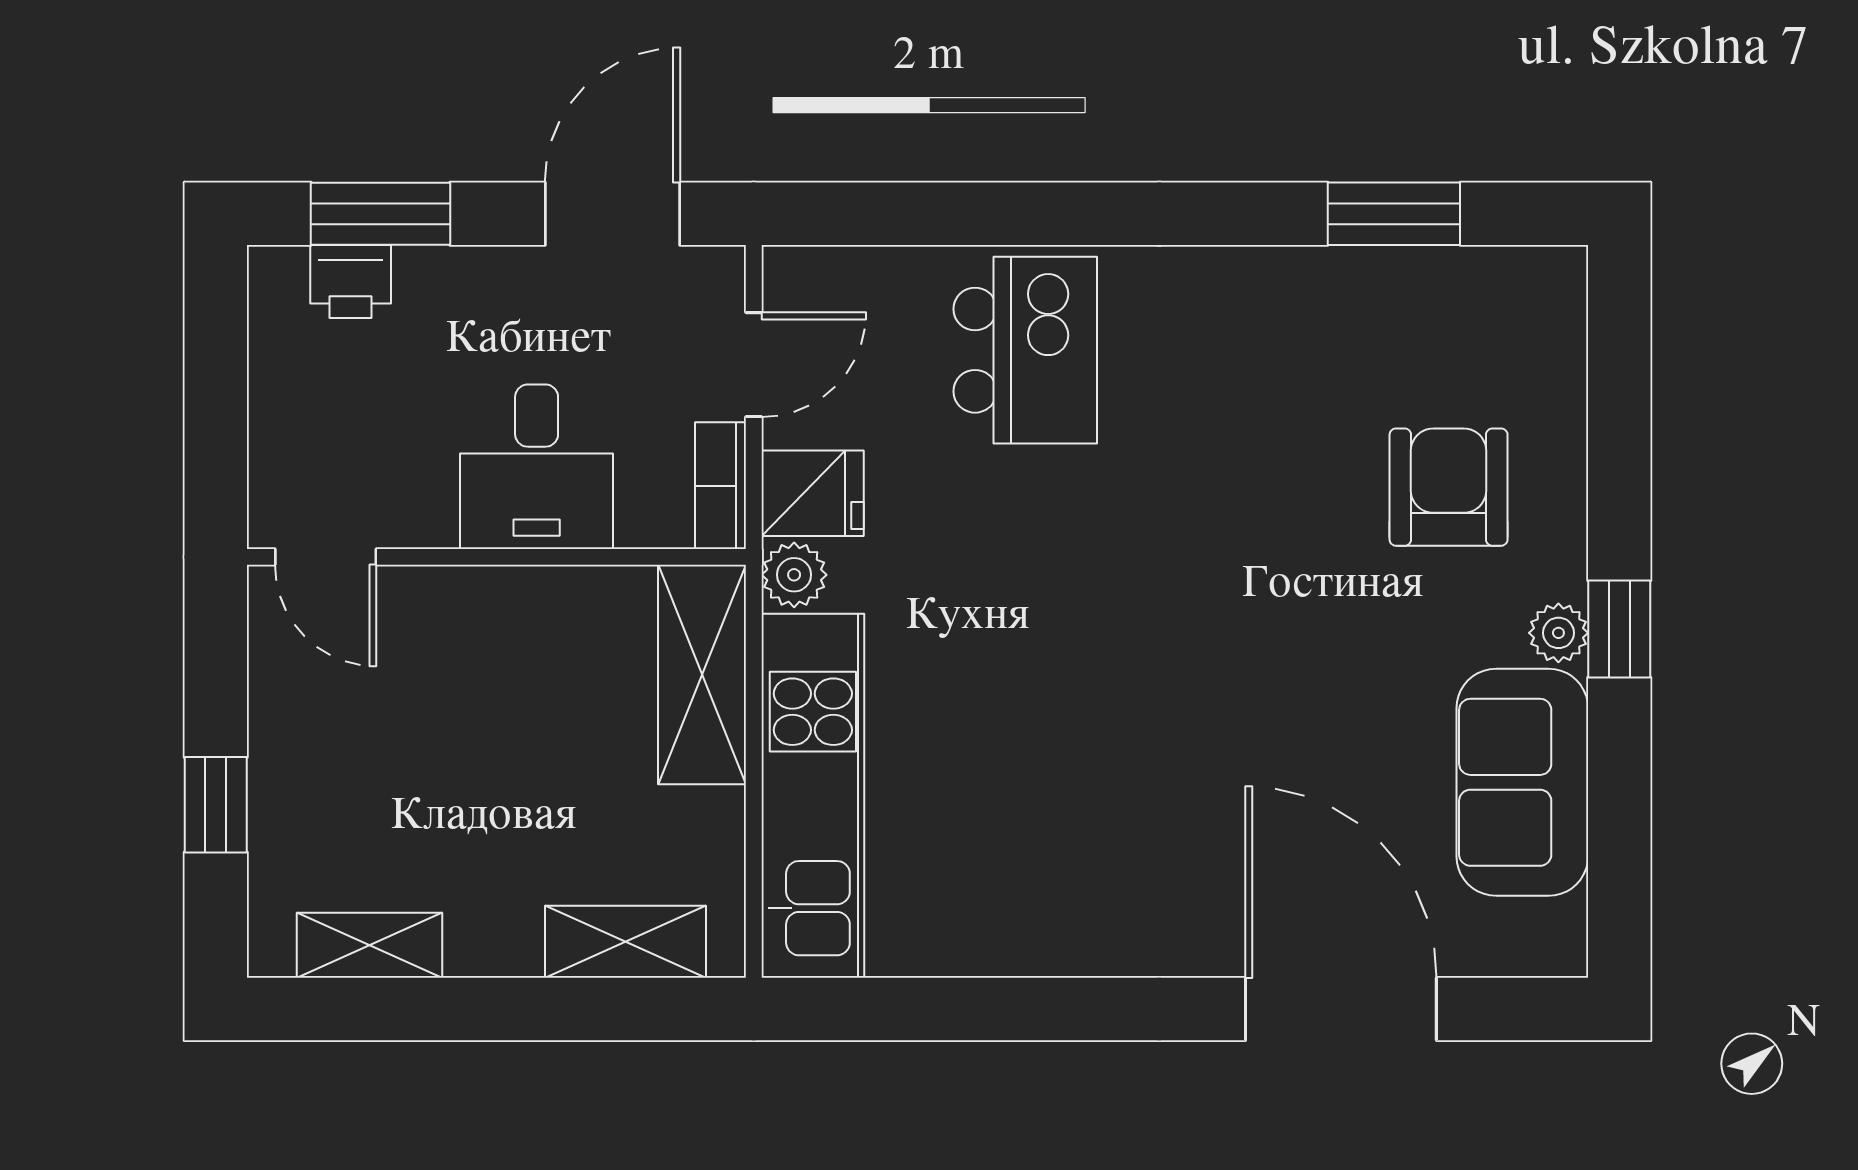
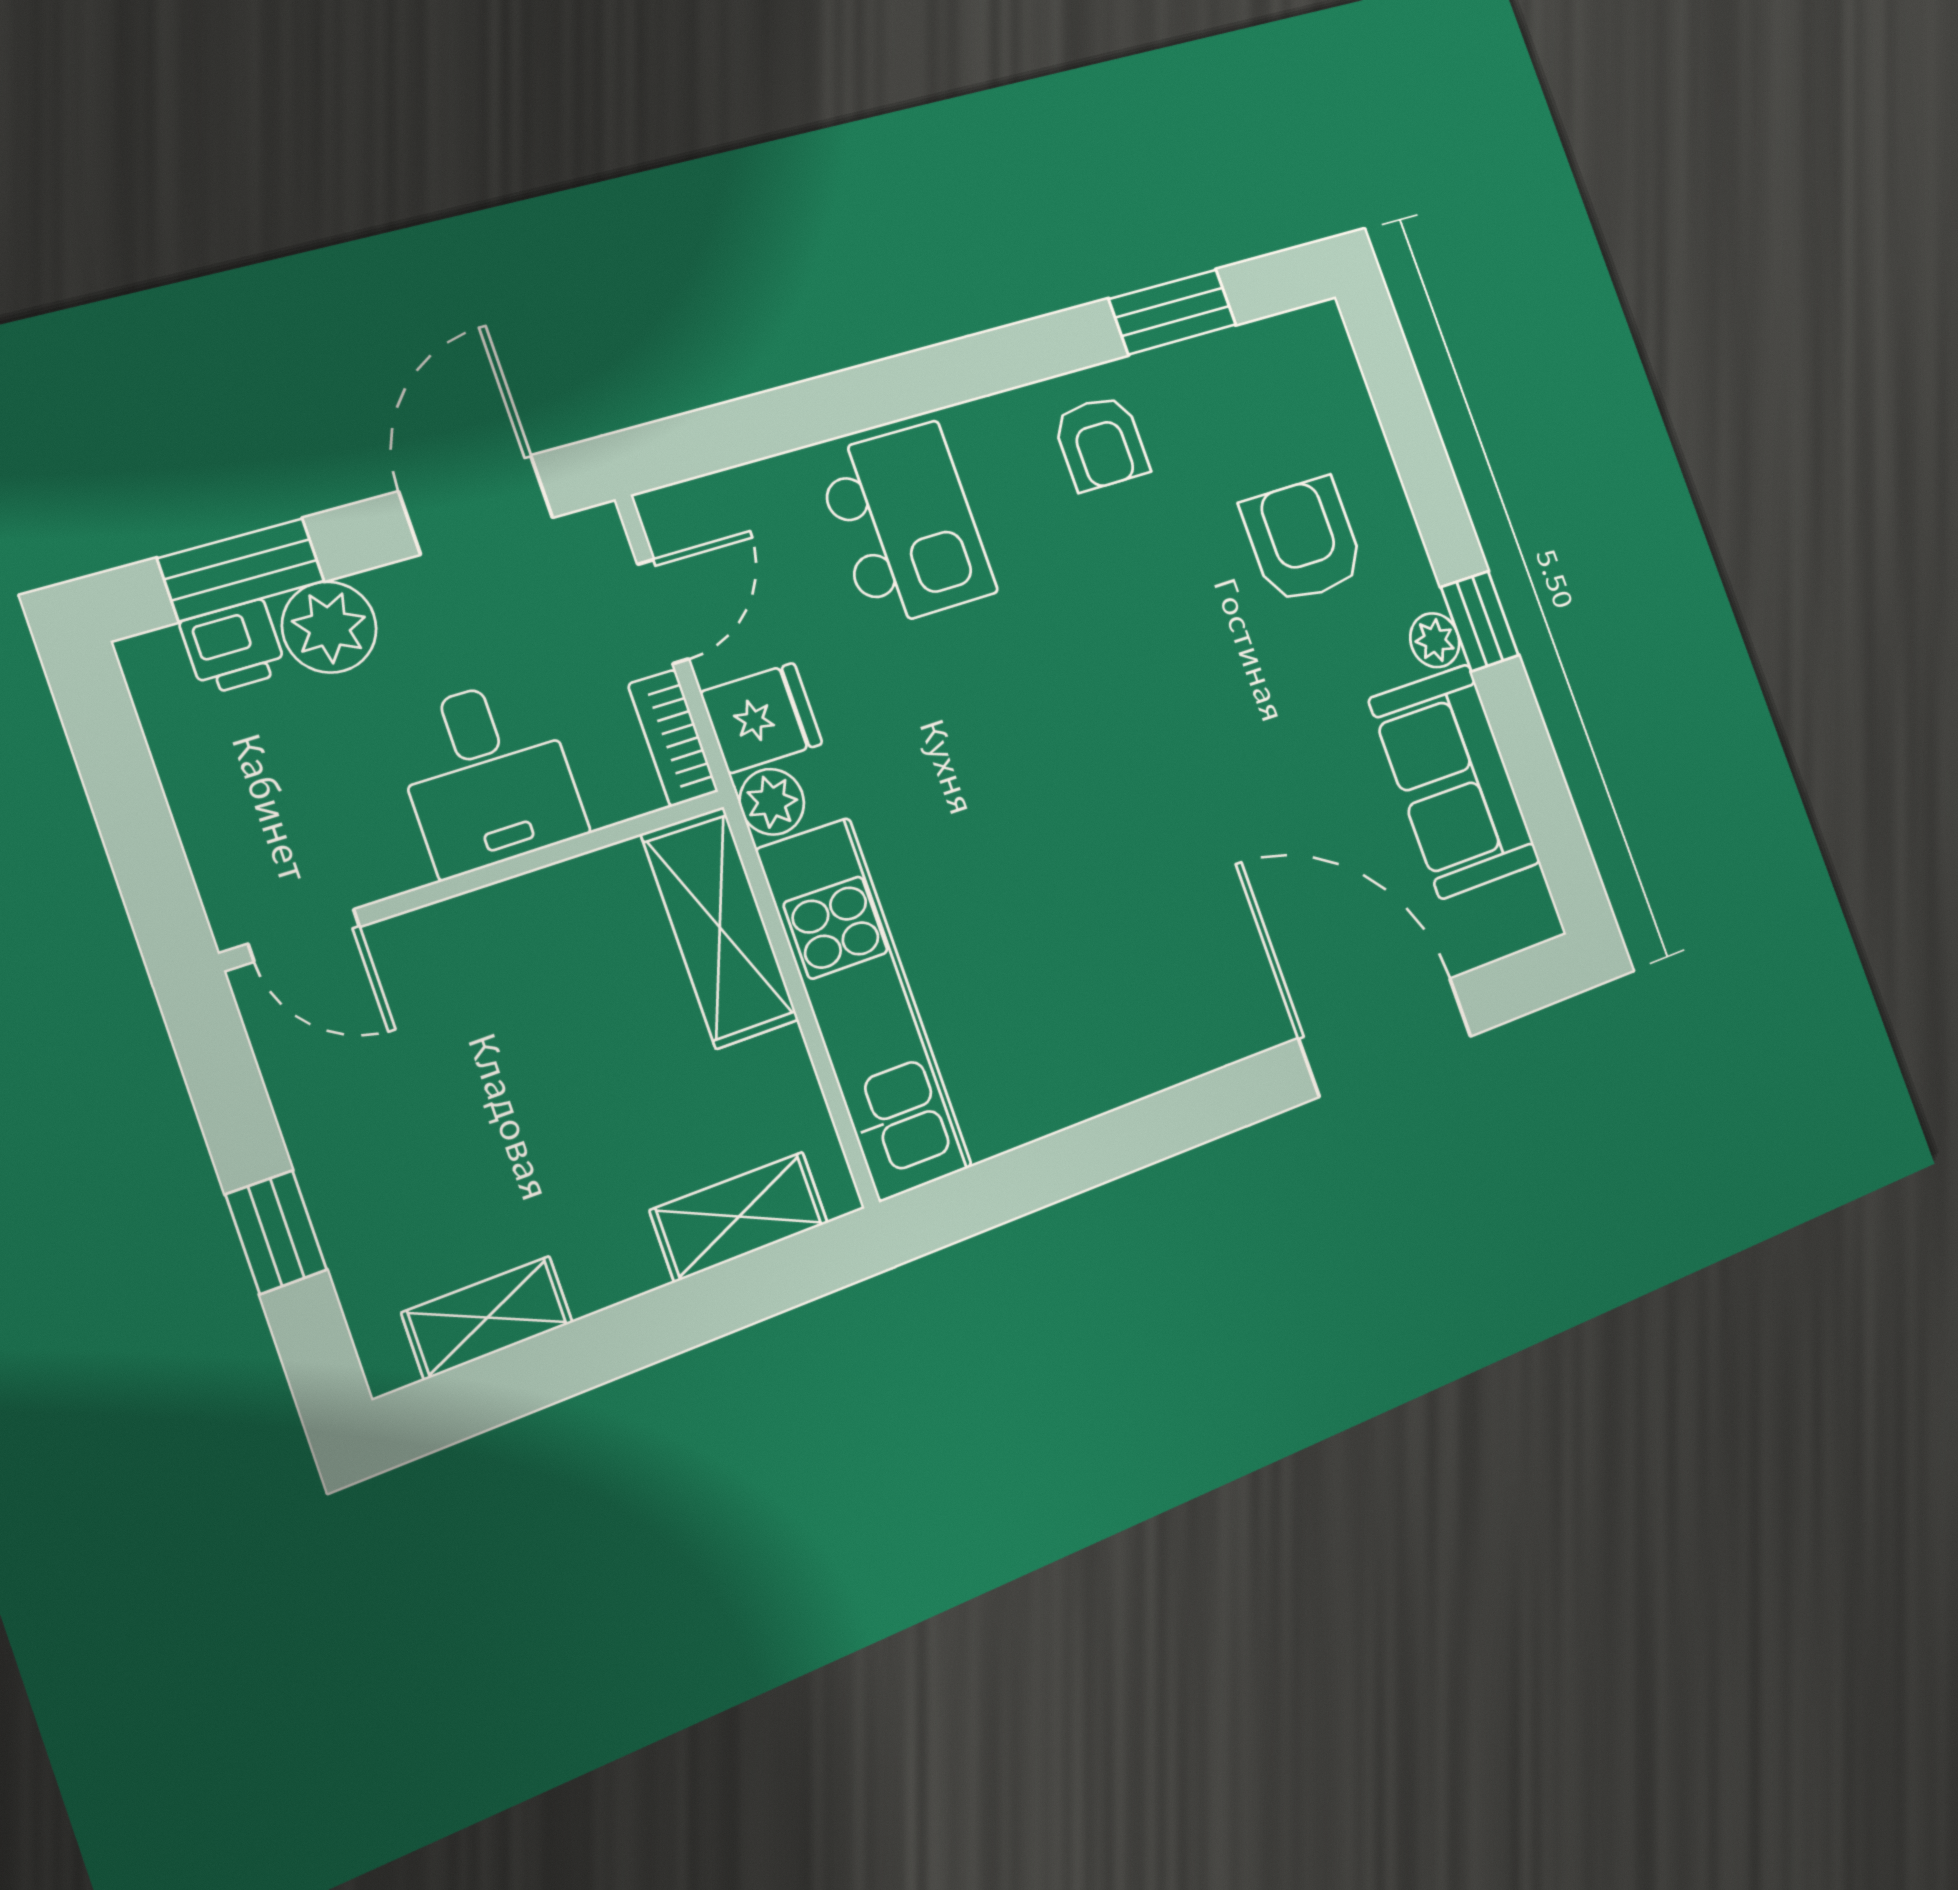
plant: (441, 288) -> (329, 627), added
armchair: (1263, 326) -> (1101, 443), added

